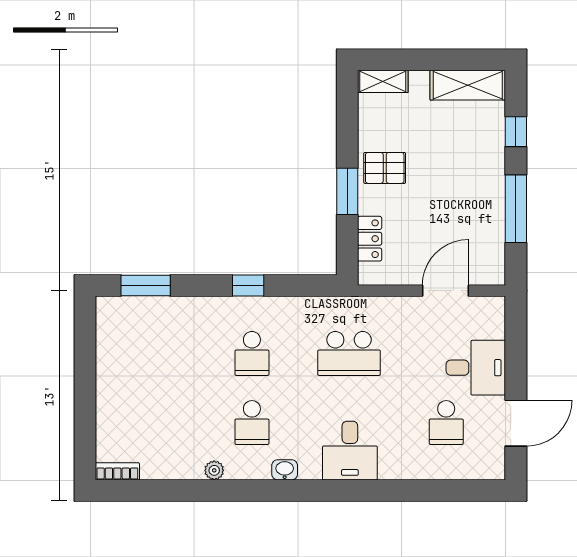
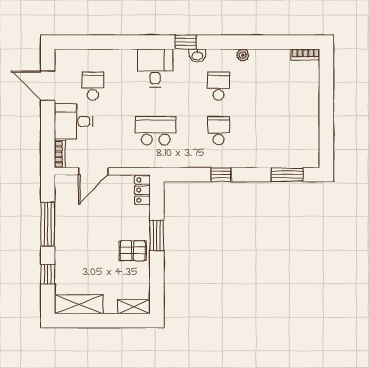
locker: (370, 239) -> (142, 190), moved
bookcase: (497, 317) -> (60, 154), added
door: (516, 423) -> (48, 86), hinge flipped
window: (303, 490) -> (186, 42), added

